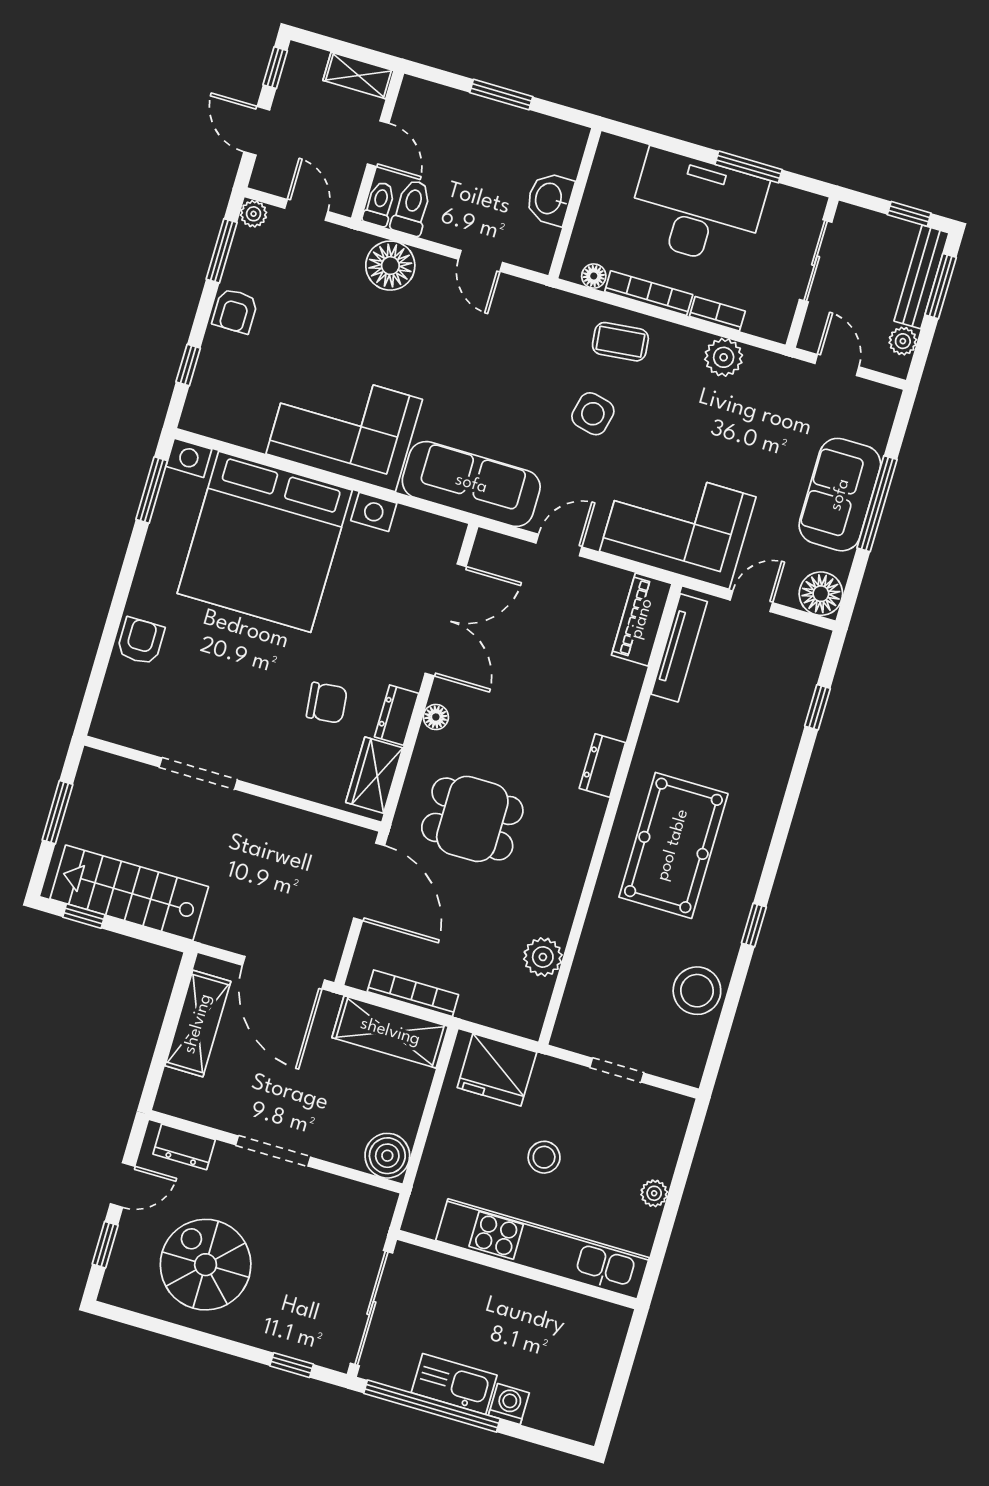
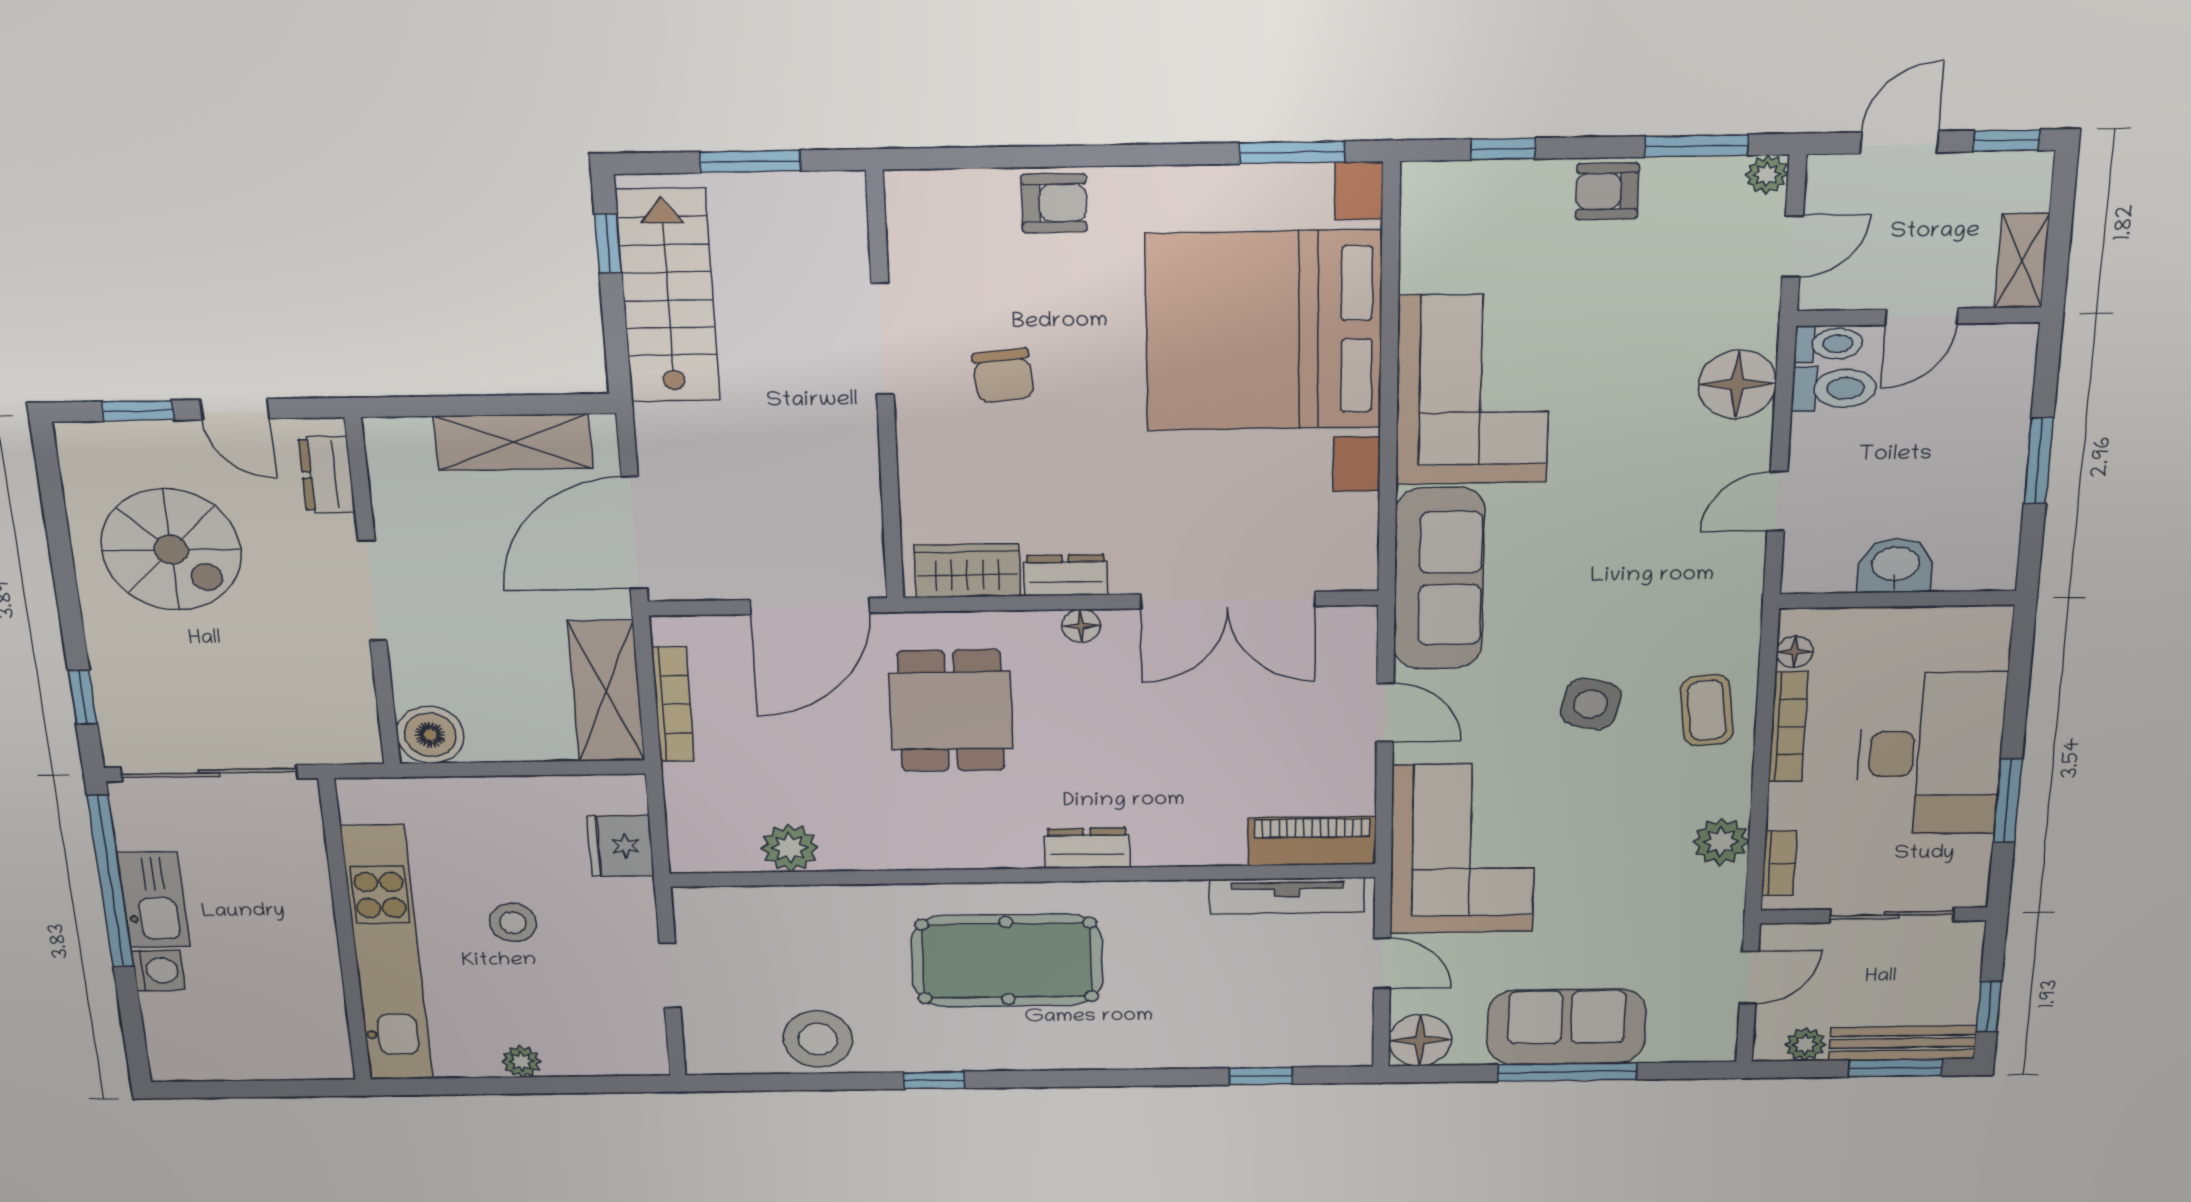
bookcase: (717, 314) -> (1779, 863), moved
chair: (327, 703) -> (1003, 376), moved
fridge: (497, 1070) -> (620, 846), width x0.73, depth x0.75
spiral stairs: (206, 1265) -> (171, 550), turned 90

